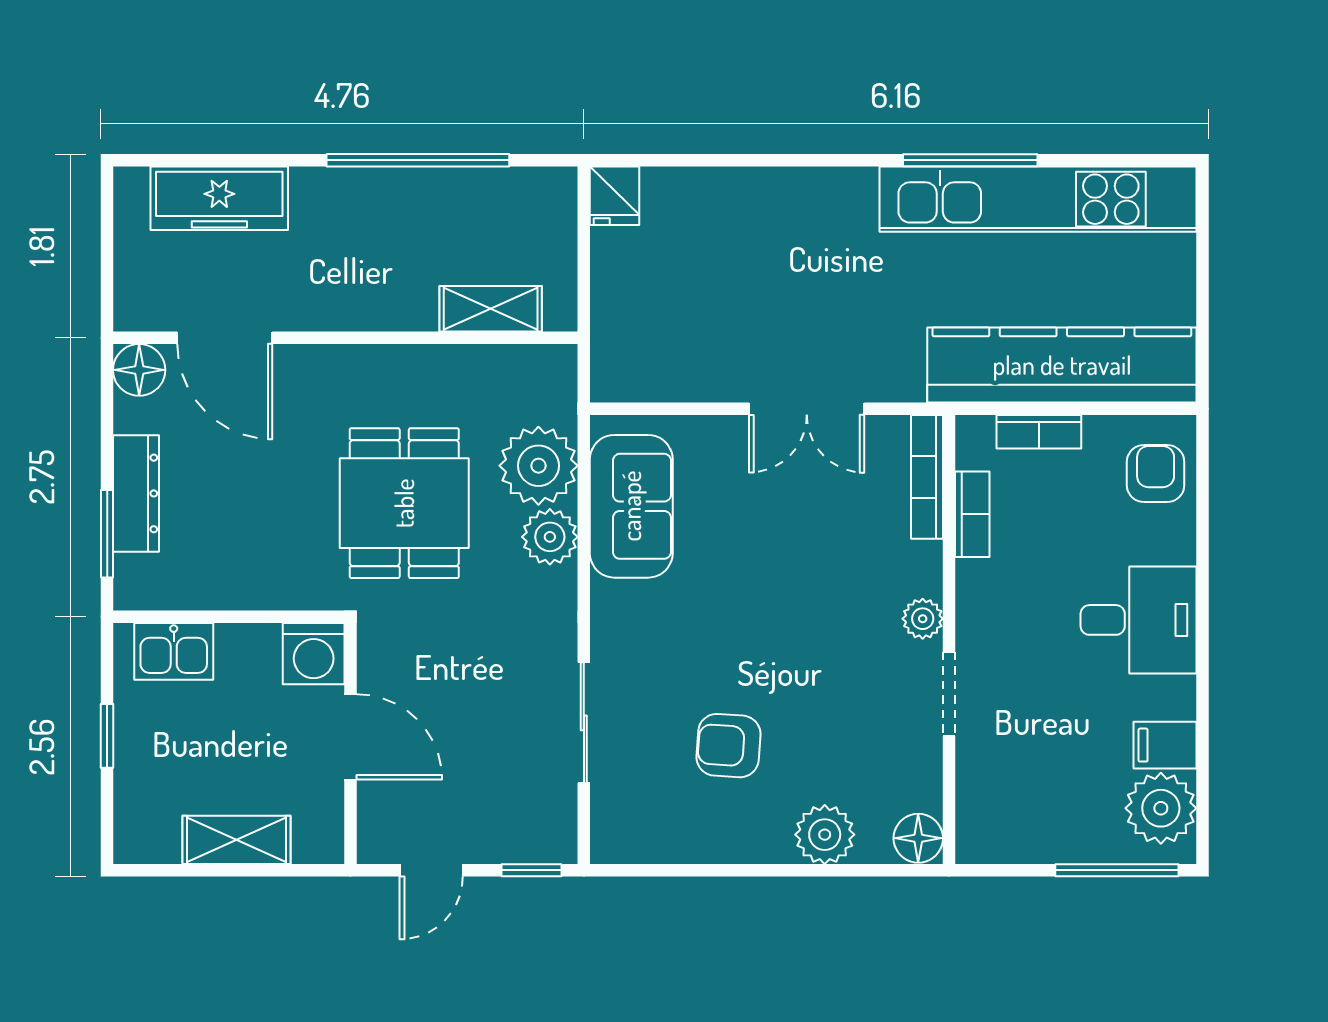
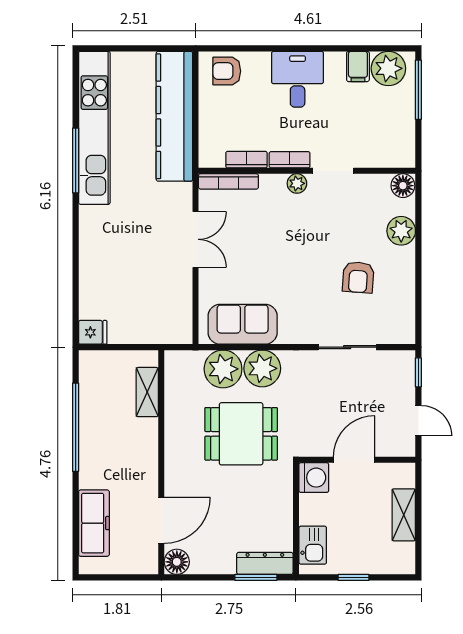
bookcase: (1039, 432) -> (290, 160), moved, turned -90
dresser: (136, 493) -> (265, 563), moved
plant: (550, 537) -> (262, 368), width x1.36, depth x1.36

